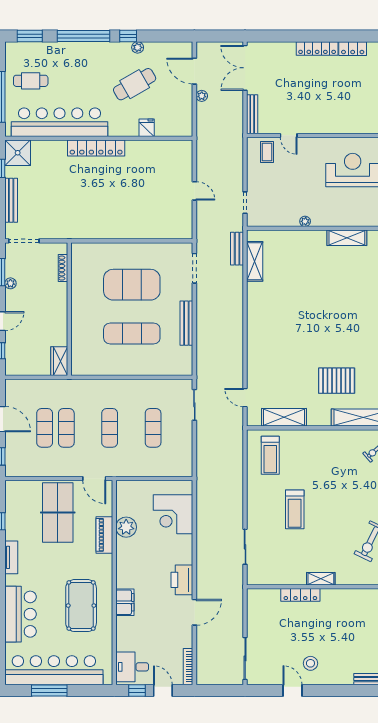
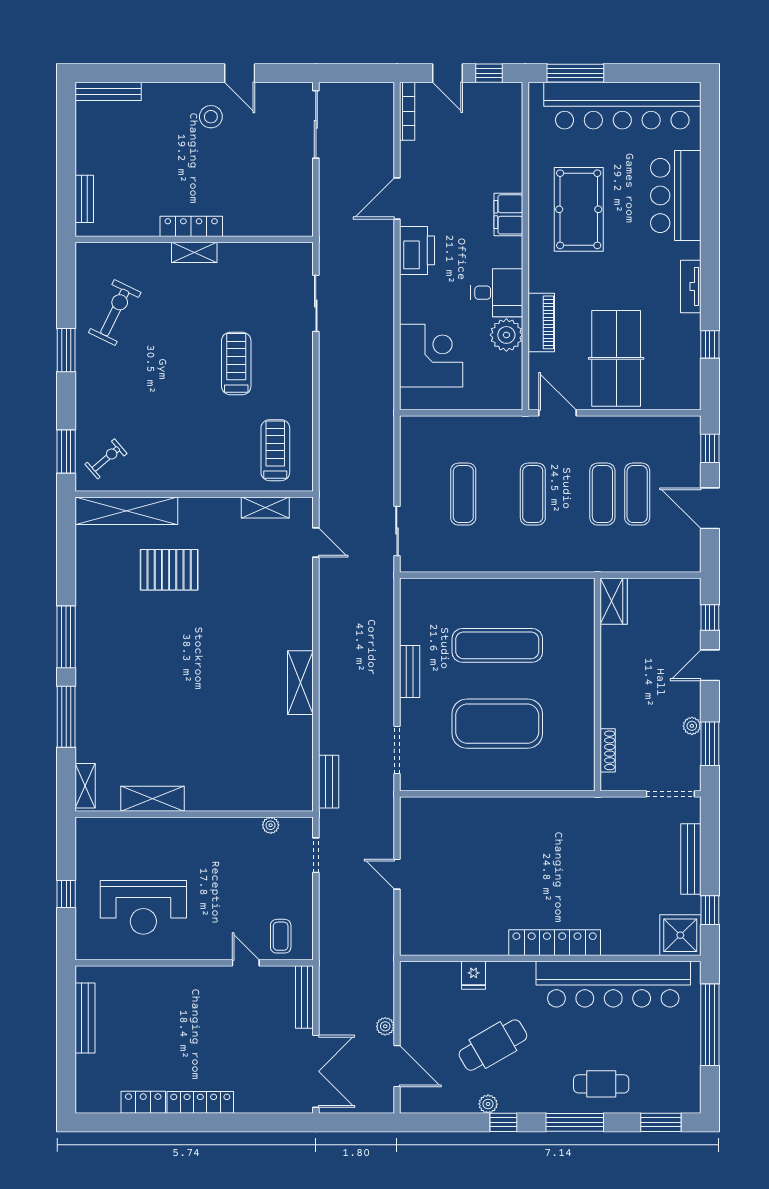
window: (83, 36) -> (575, 1122), width x0.68
cafe table: (31, 81) -> (601, 1084), moved
plant: (305, 221) -> (271, 825), moved
shelving: (255, 261) -> (300, 683), moved
bench: (186, 323) -> (410, 671), width x0.73
shelving: (284, 417) -> (265, 508), width x0.67, depth x0.75
locker: (300, 595) -> (191, 226), moved
desk: (132, 667) -> (497, 293), moved
window: (49, 690) -> (575, 73), moved

